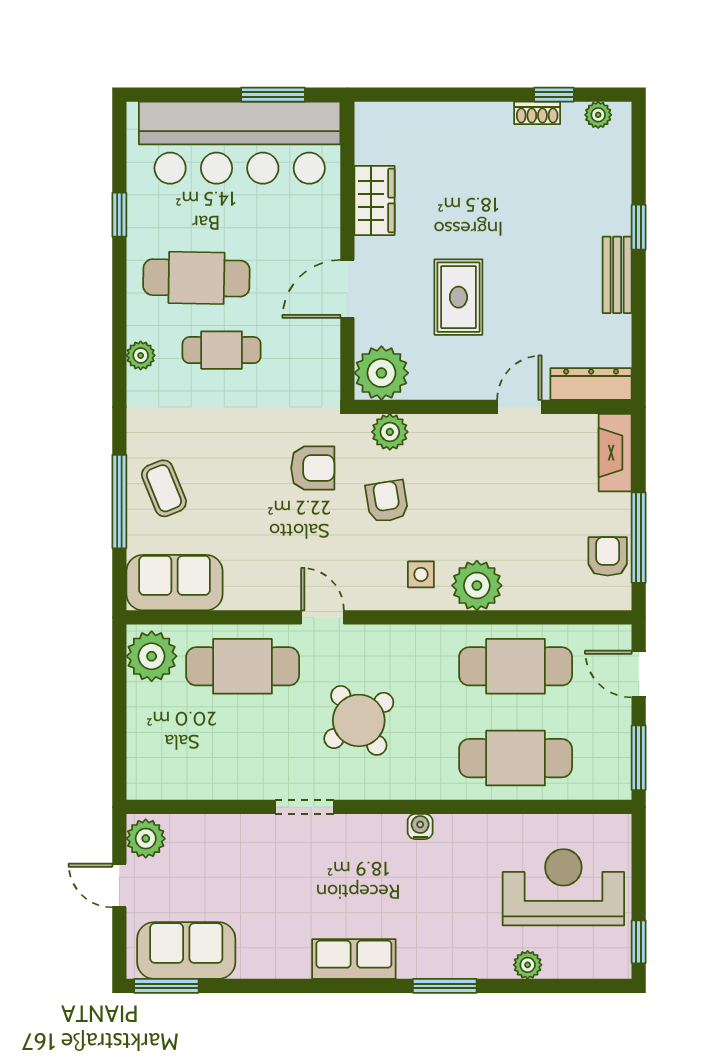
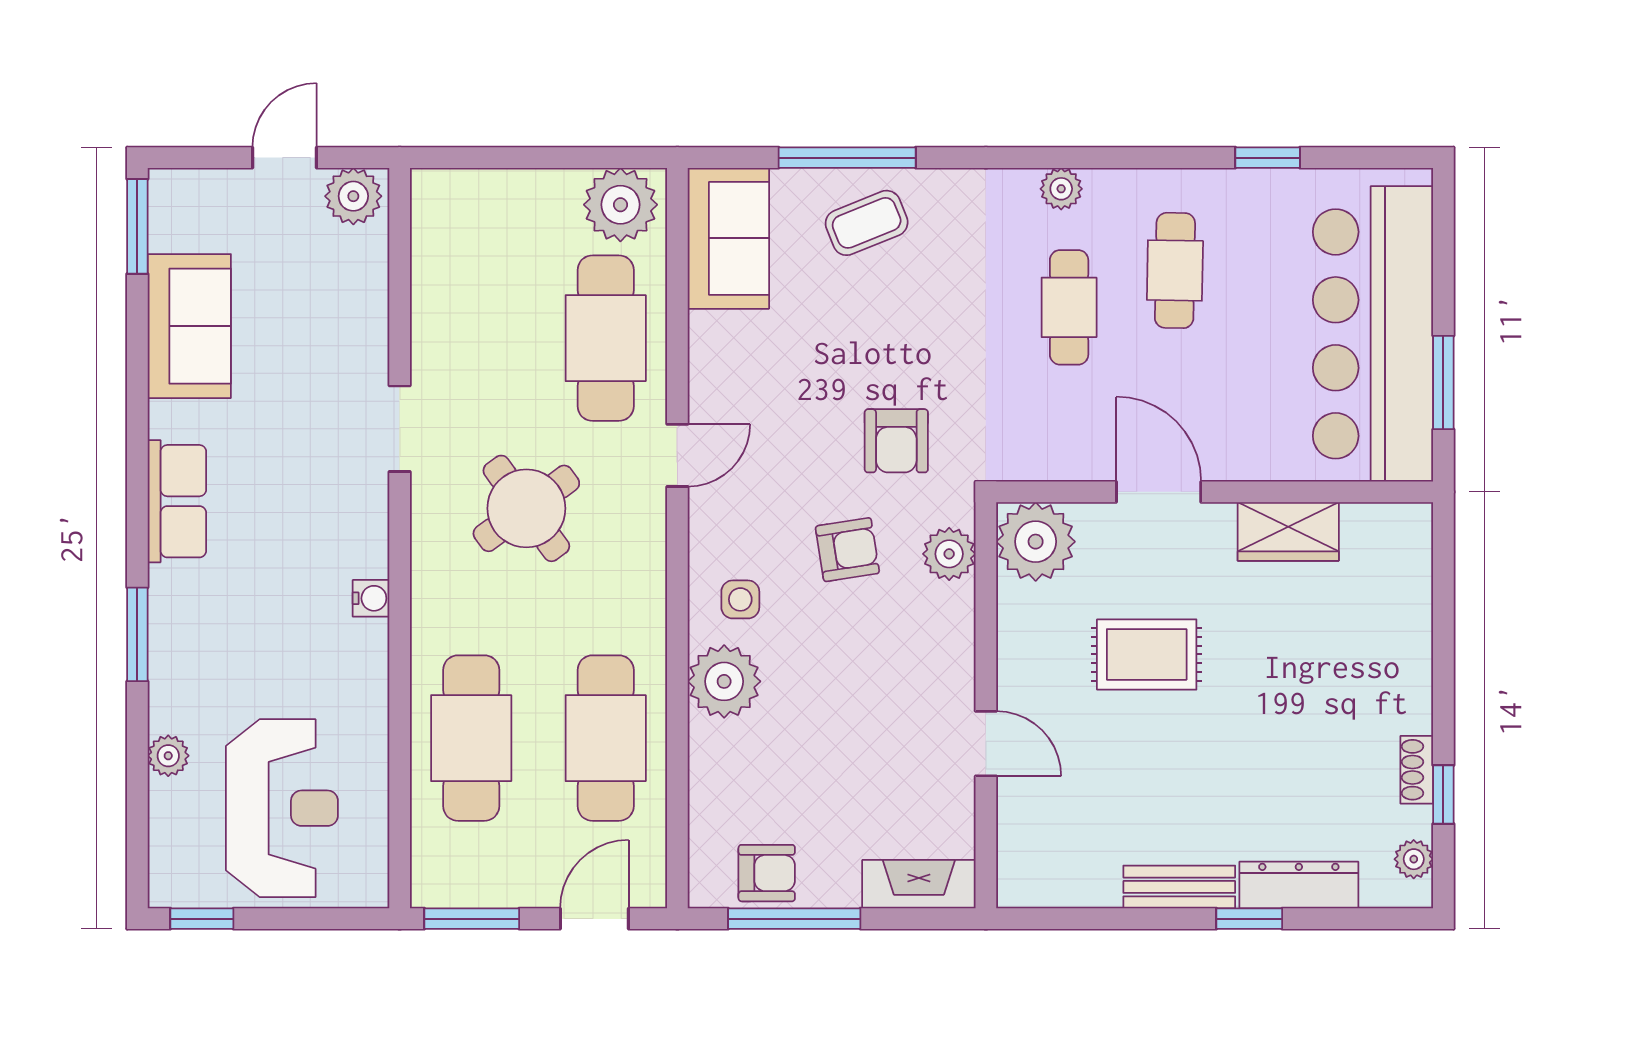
cafe table: (196, 278) -> (1175, 270), width x0.73, depth x0.74
dresser: (591, 384) -> (1299, 885), moved, turned -90
sofa: (186, 950) -> (189, 326), moved

